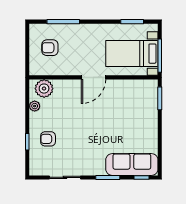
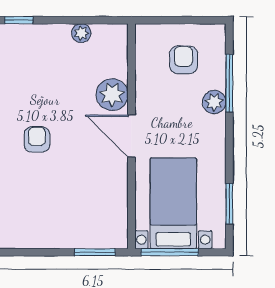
plant: (74, 30) -> (214, 102), added
plant: (44, 89) -> (112, 95), moved
armchair: (48, 139) -> (37, 139), moved

